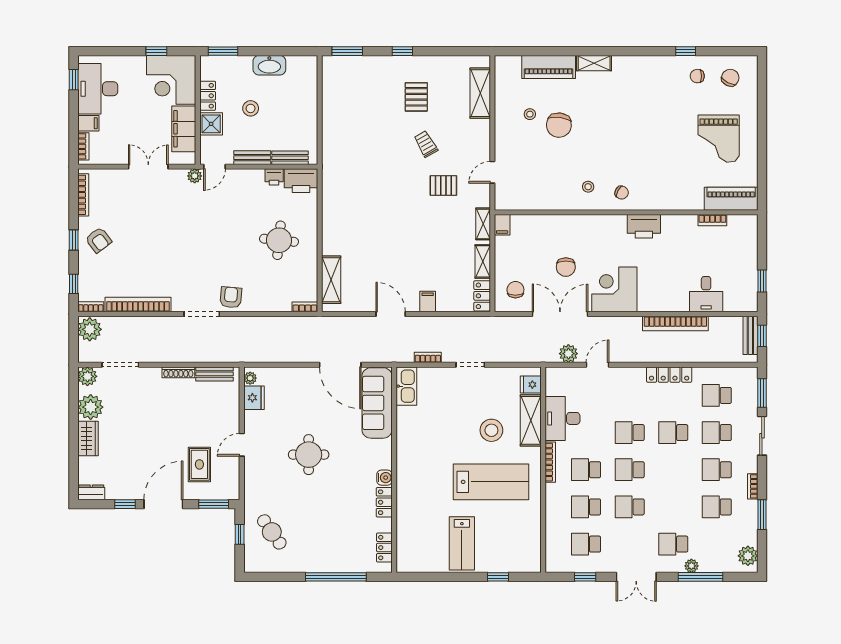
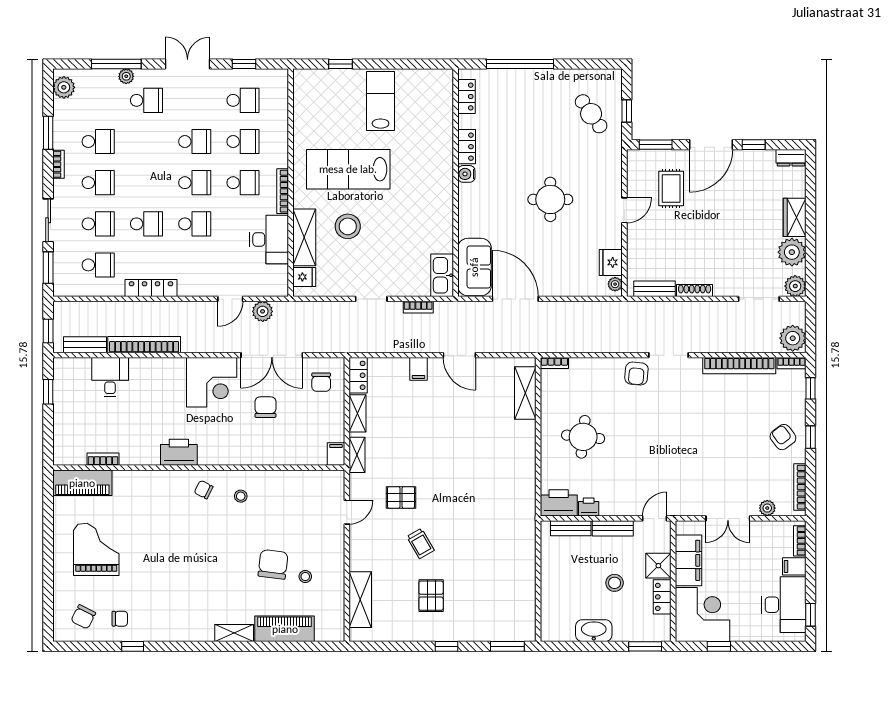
plant: (195, 176) -> (767, 508), moved
bench: (750, 335) -> (85, 345), moved, turned 90
sofa: (377, 403) -> (474, 267), width x0.73

